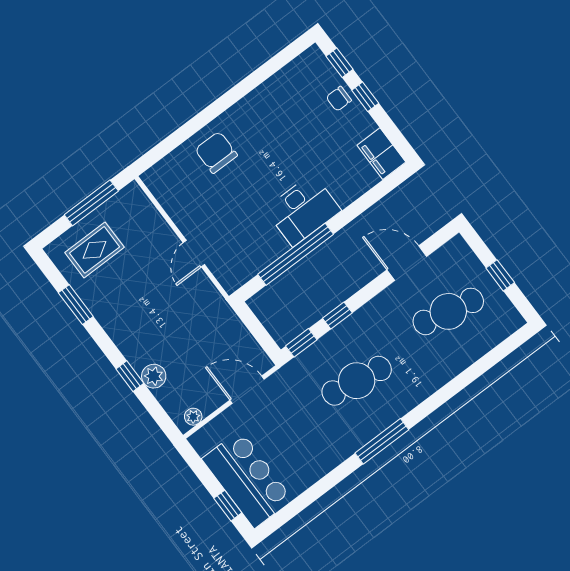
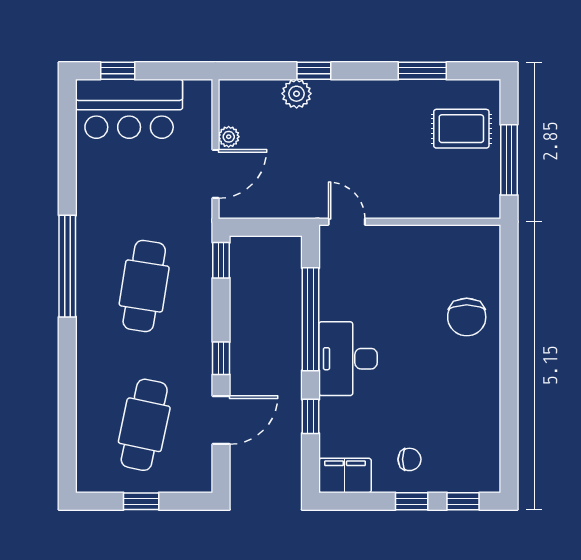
chair: (339, 99) -> (409, 459), moved, turned 90
chair: (216, 152) -> (467, 317), turned 90
window: (360, 206) -> (310, 416), added
rug: (95, 250) -> (461, 129), turned 90
door: (194, 254) -> (347, 222), moved
window: (337, 316) -> (221, 358), moved
plant: (193, 417) -> (229, 137), moved
window: (382, 441) -> (67, 266), width x1.46

